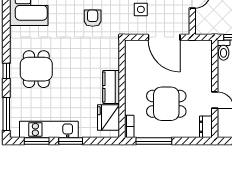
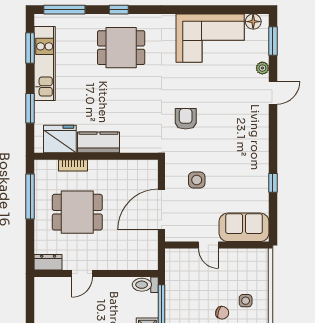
armchair: (93, 18) -> (186, 119), turned -90
dining table: (166, 104) -> (77, 212), turned 90
bookcase: (129, 126) -> (73, 165), moved
window: (71, 141) -> (30, 108), moved

